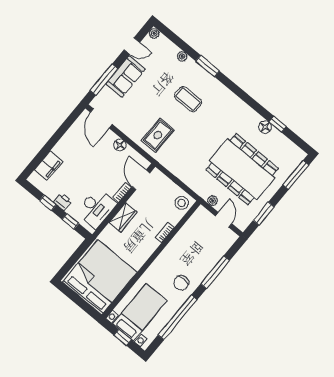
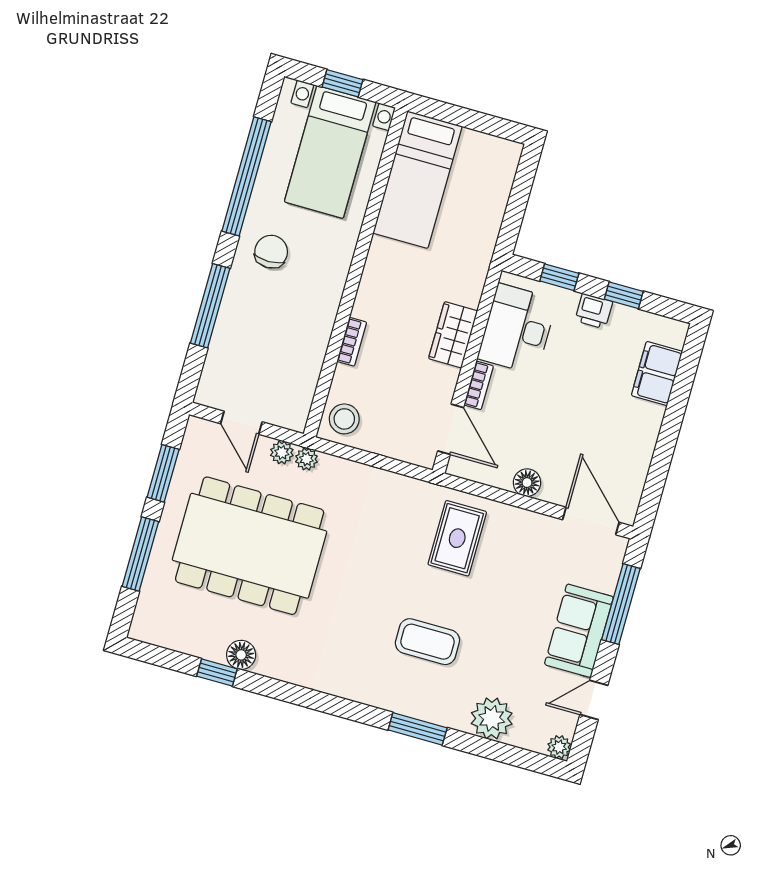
plant: (182, 56) -> (492, 718), width x1.88, depth x1.88
window: (296, 175) -> (140, 554), moved
plant: (204, 194) -> (306, 459), added
bed: (100, 277) -> (418, 180), width x0.49

